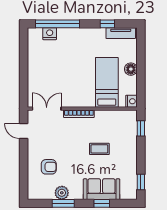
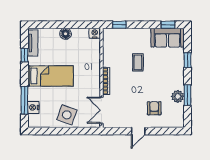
window: (58, 24) -> (24, 100), width x0.68
side table: (42, 71) -> (67, 115), added
bed: (107, 82) -> (51, 76), moved, turned 180
door: (24, 131) -> (138, 131), moved
sofa: (102, 189) -> (168, 38), moved, turned -90

